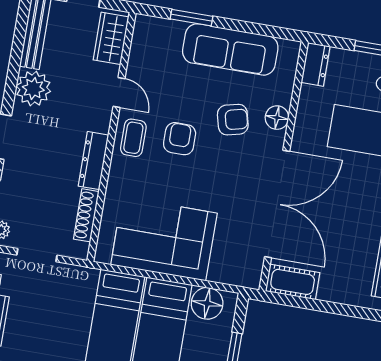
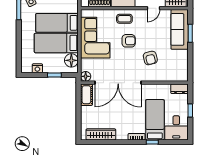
sofa: (230, 49) -> (180, 29), moved
floor lamp: (277, 118) -> (86, 76), moved
coffee table: (133, 138) -> (124, 19), moved
armchair: (180, 139) -> (129, 41), moved

